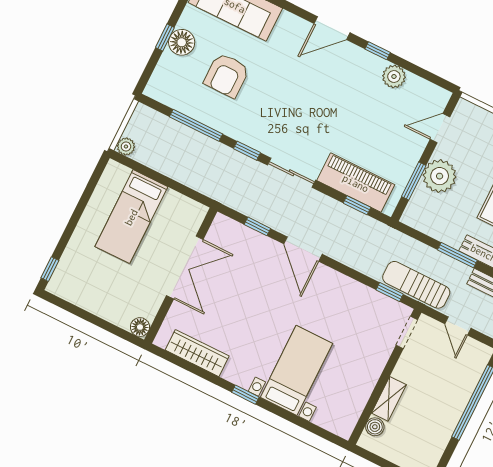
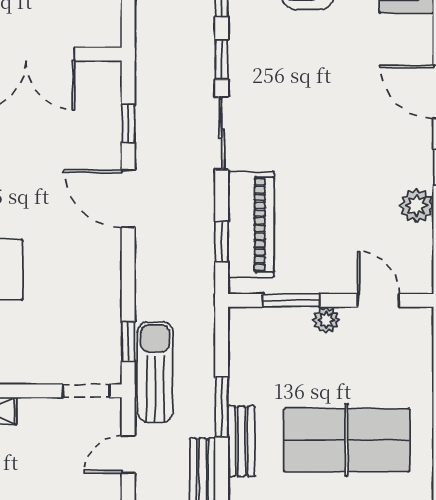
plant: (440, 176) -> (326, 320), width x0.53, depth x0.53
door: (303, 249) -> (128, 199), hinge flipped

